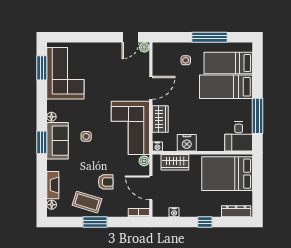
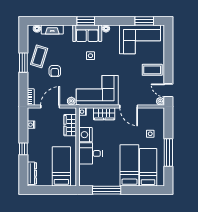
coffee table: (104, 58) -> (152, 70), added
desk: (239, 136) -> (90, 153), moved
bed: (227, 174) -> (61, 166), width x0.67

